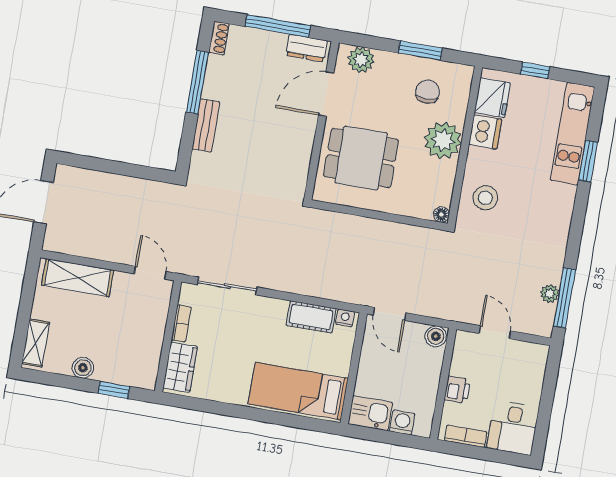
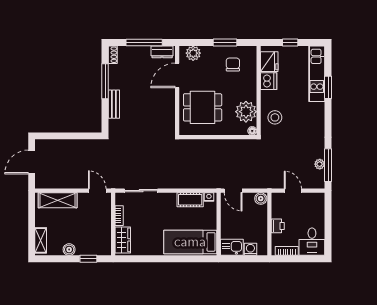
plant: (443, 140) -> (246, 112), moved

